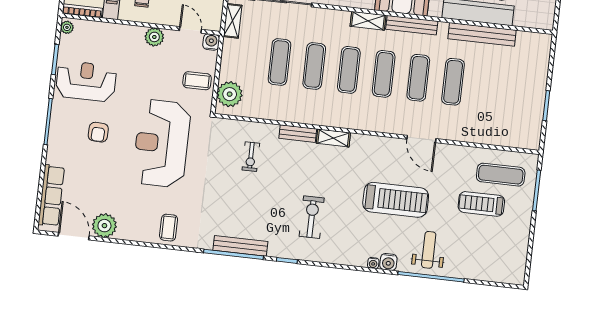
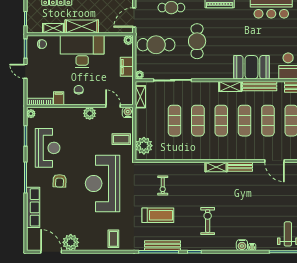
reception desk: (86, 81) -> (48, 148), turned 90
bench: (298, 134) -> (240, 167), moved
row of seats: (51, 196) -> (33, 207), moved
treadmill: (396, 200) -> (158, 215), moved, width x0.73, depth x0.73
water cooler: (388, 262) -> (242, 245), moved

